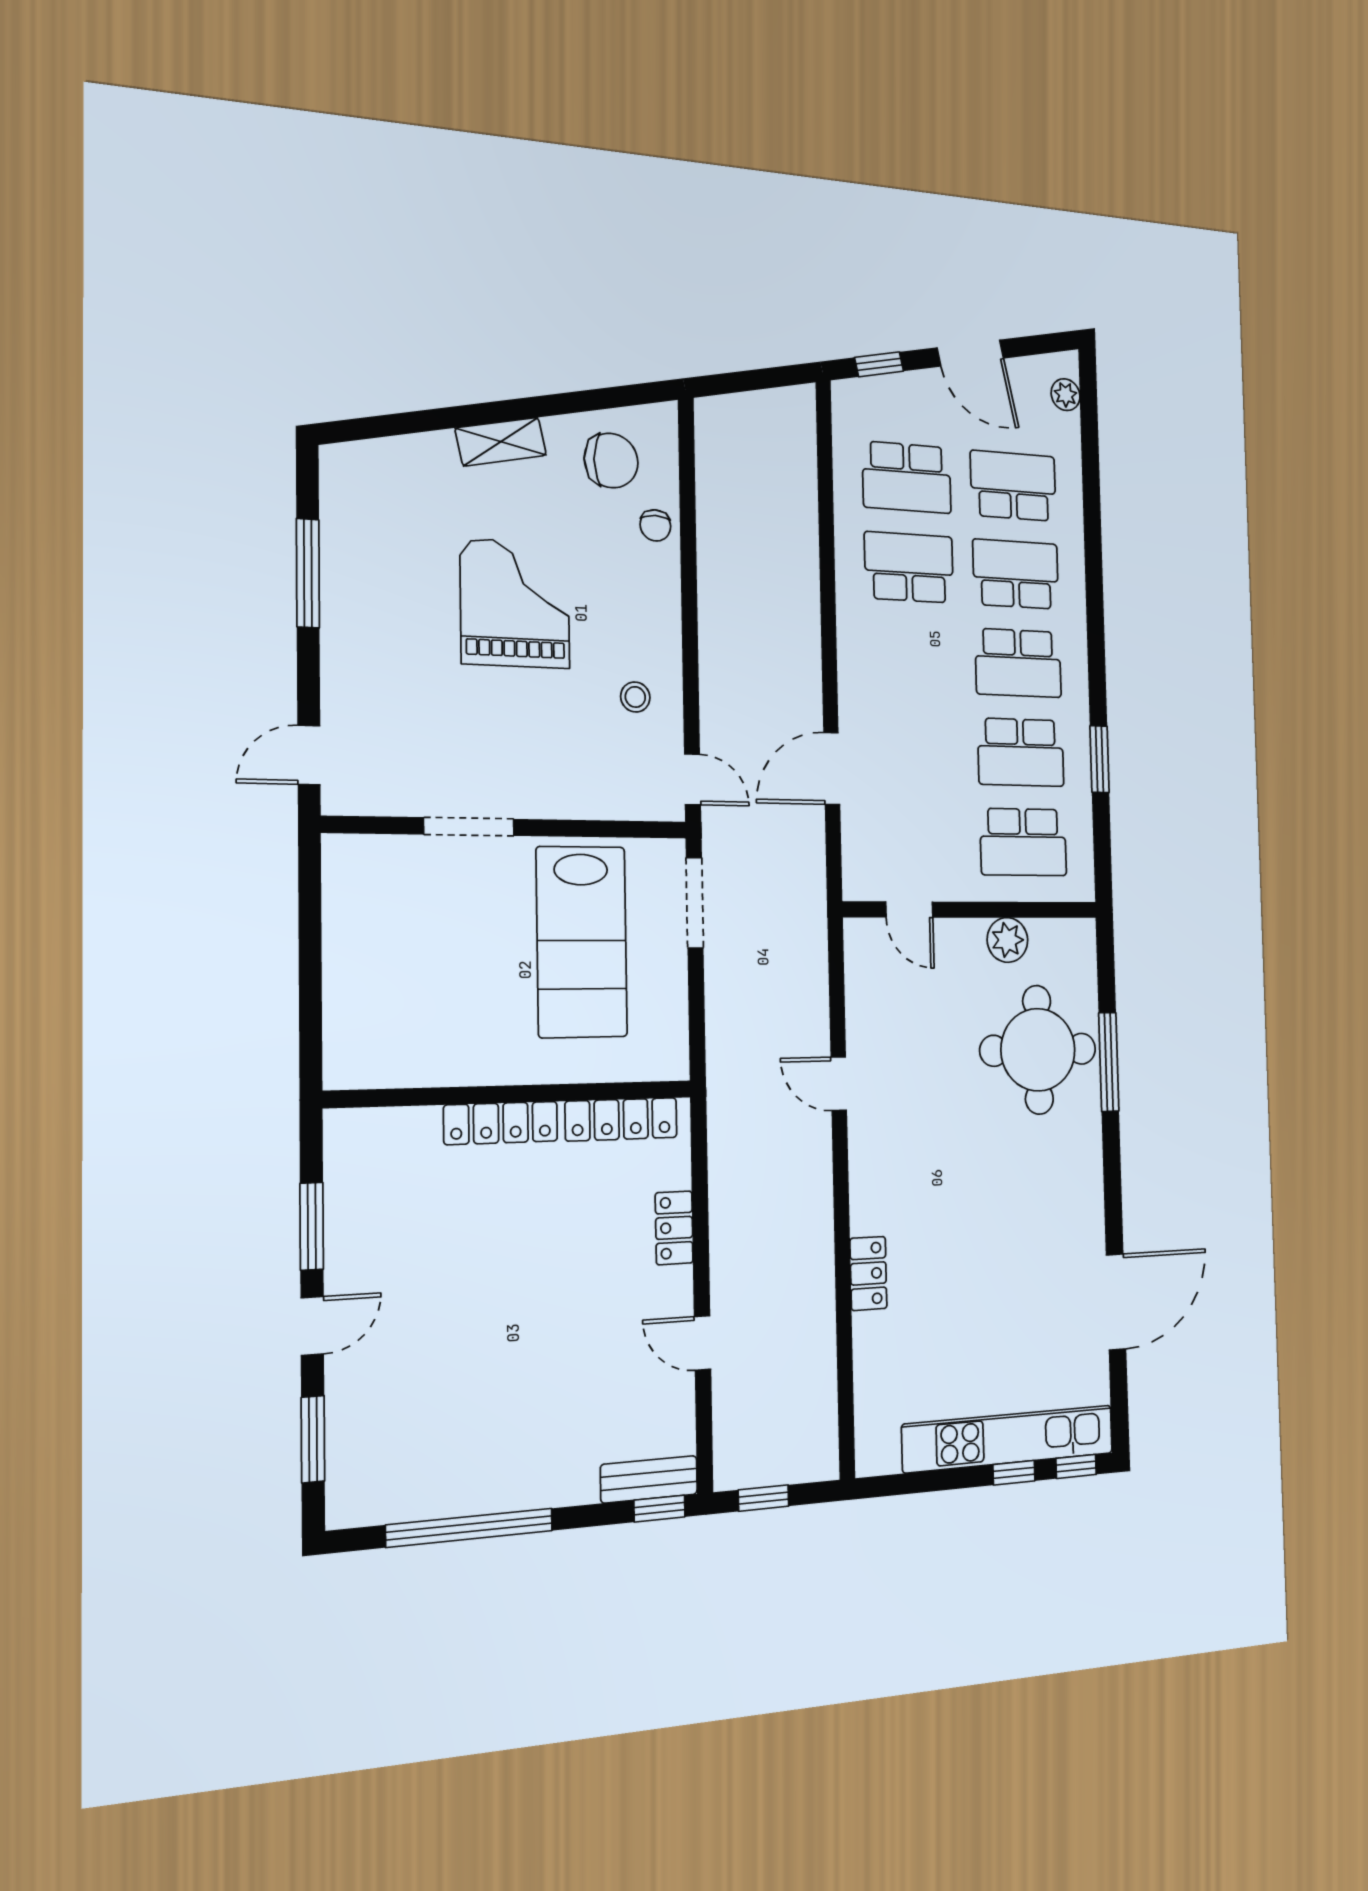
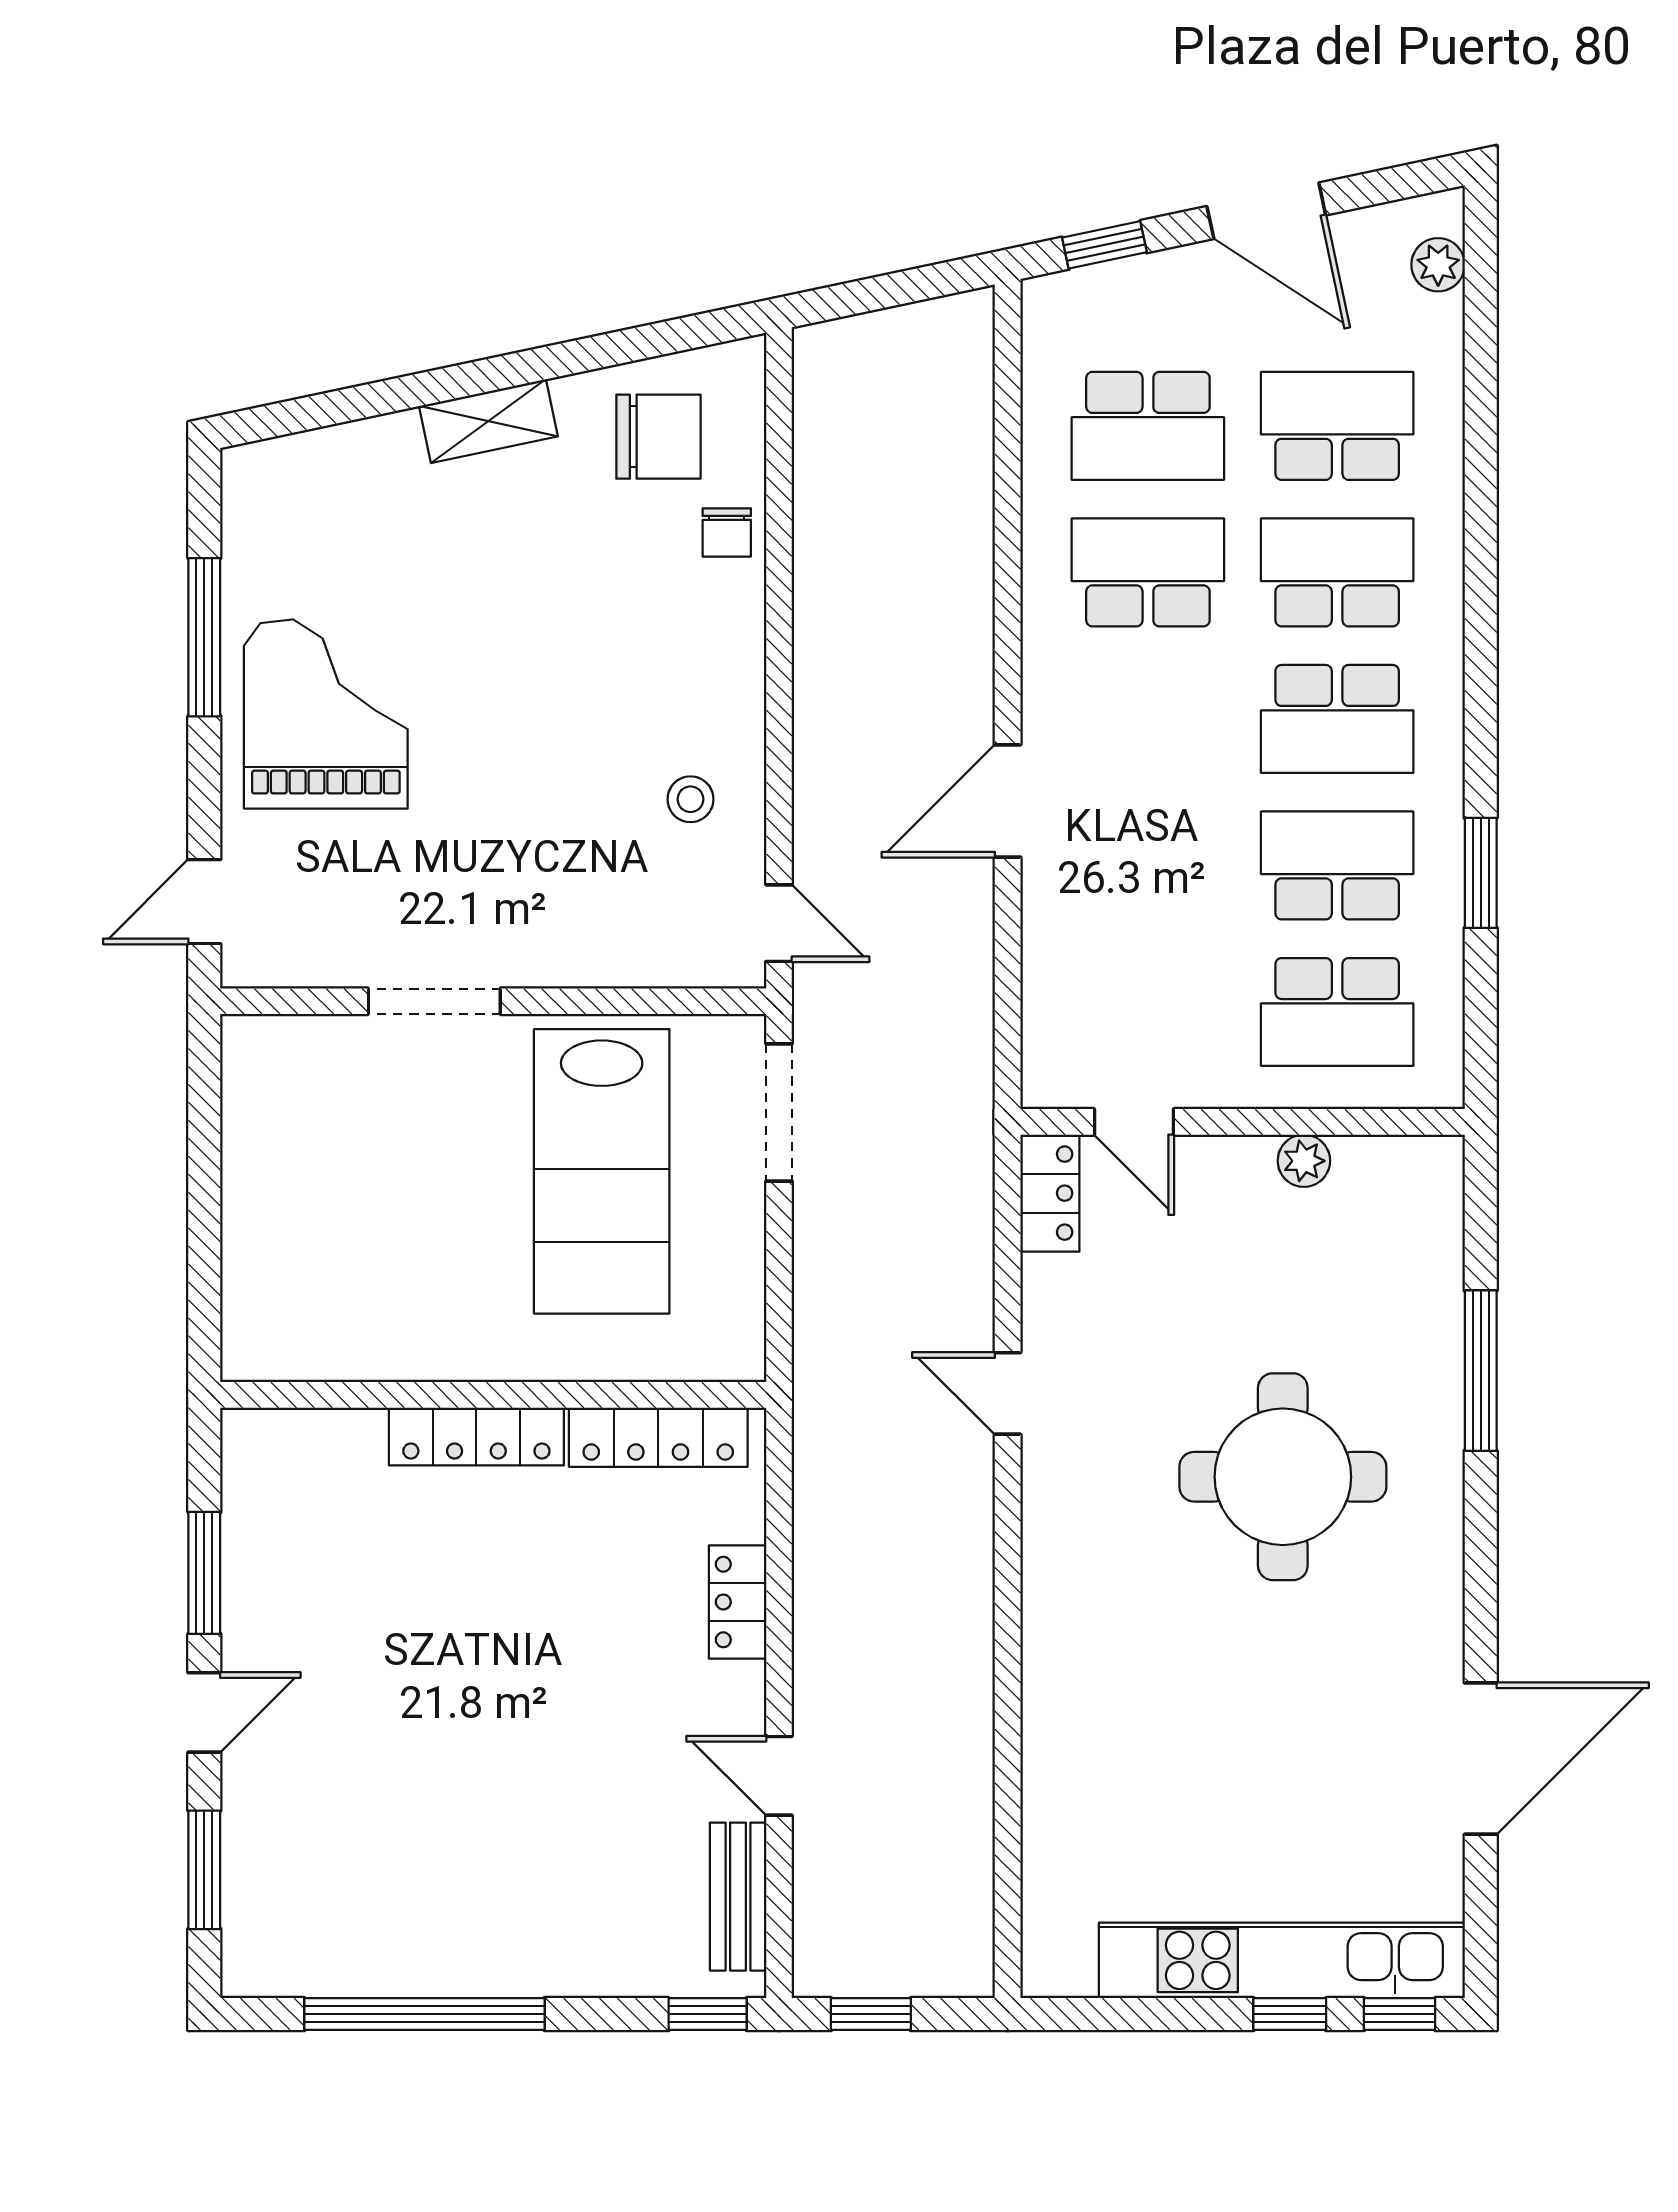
grand piano: (515, 603) -> (326, 714), moved
school desk: (1021, 752) -> (1337, 865), turned 180
door: (832, 769) -> (1008, 801), moved
plant: (1007, 940) -> (1304, 1161), width x0.73, depth x0.73
round table: (1038, 1050) -> (1283, 1477), moved
locker: (868, 1273) -> (1050, 1193), moved
bench: (649, 1479) -> (738, 1897), moved, turned 90

